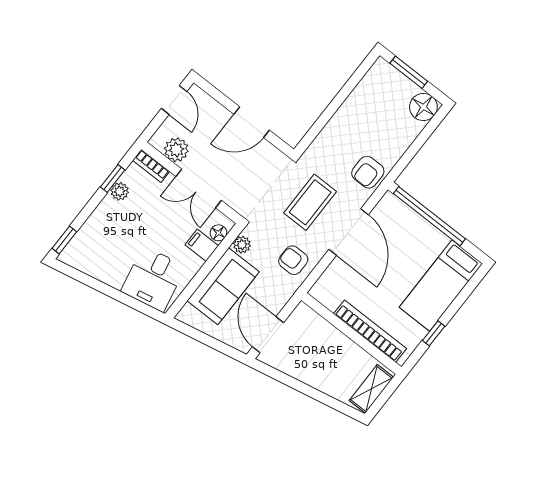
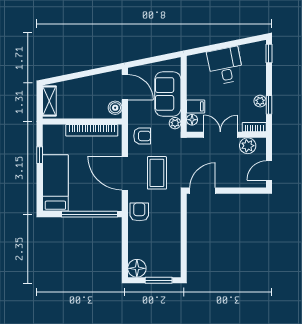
door: (174, 100) -> (269, 171), hinge flipped
door: (252, 122) -> (202, 191), moved
desk: (153, 279) -> (225, 66), moved
boiler: (299, 319) -> (115, 108), added
bookcase: (370, 331) -> (92, 130), moved

